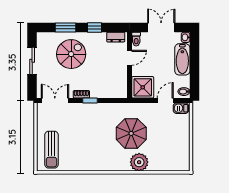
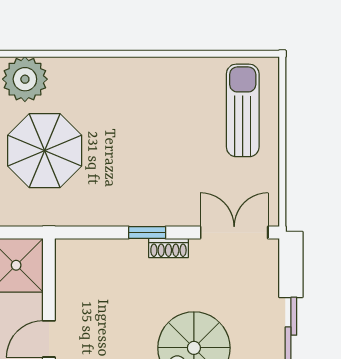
double door: (55, 100) -> (234, 233), swing flipped

